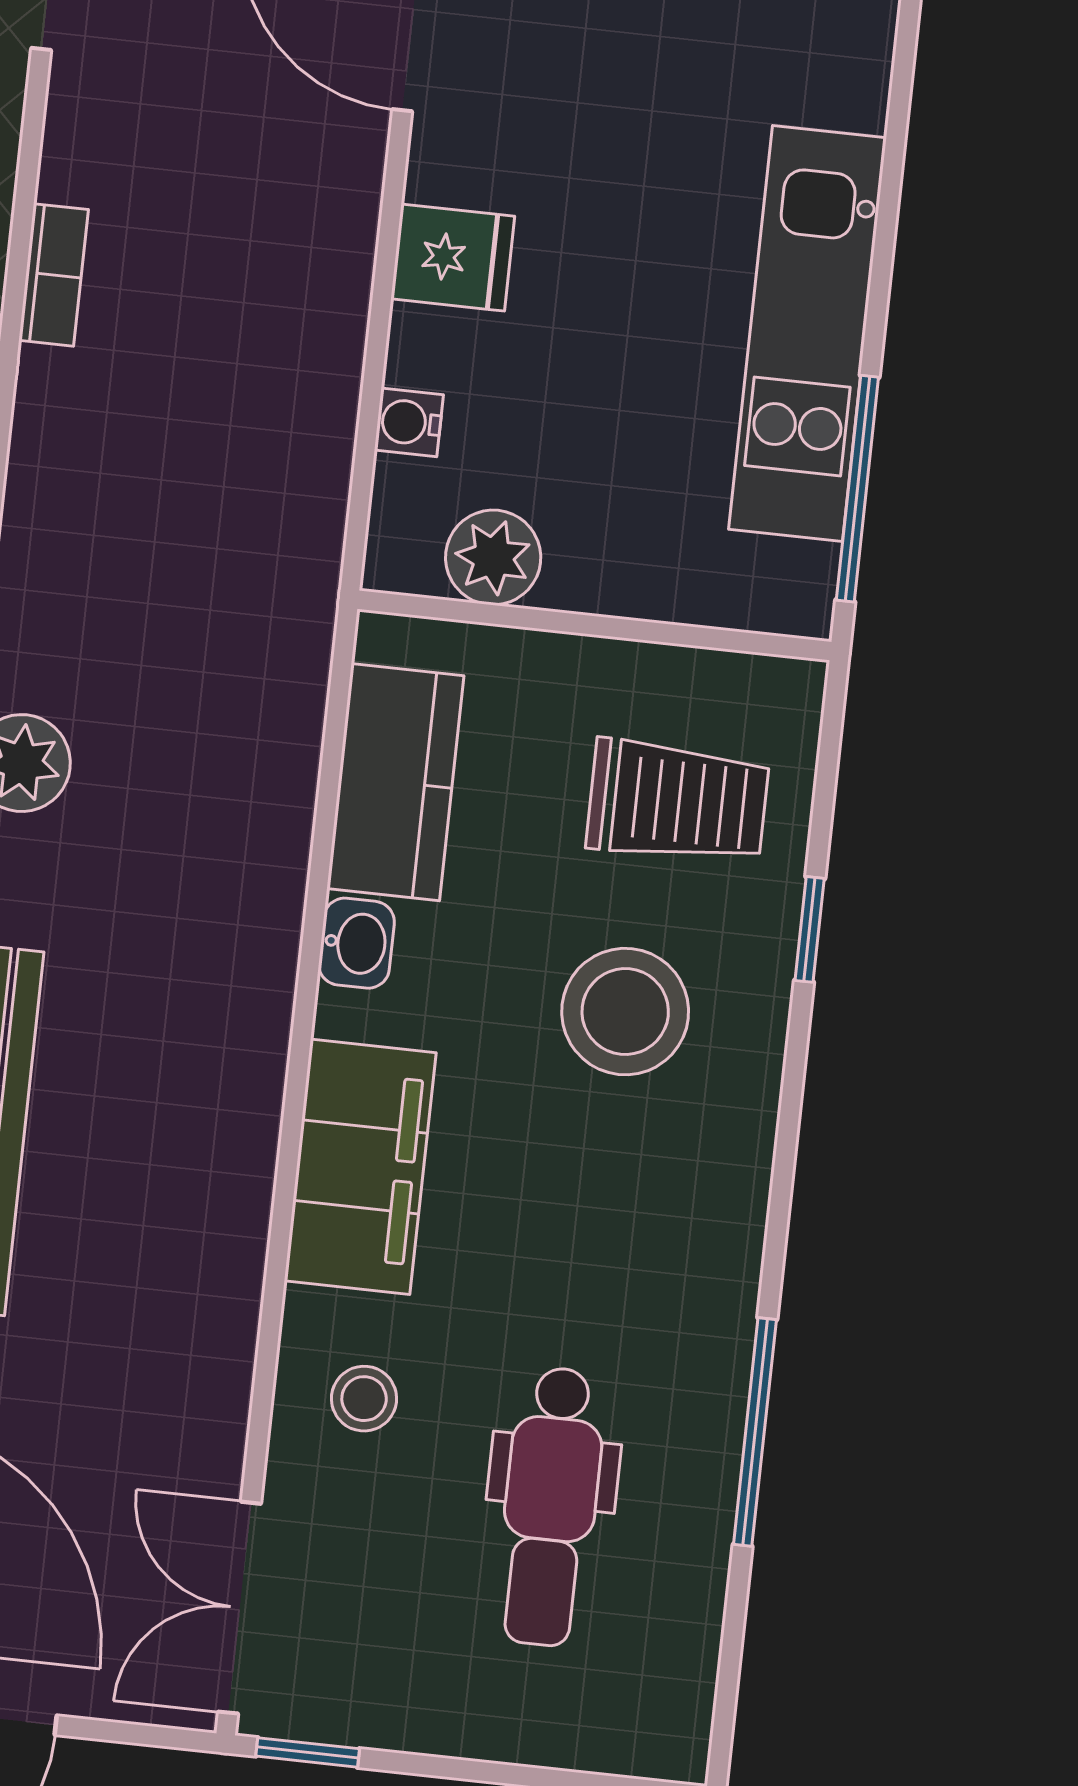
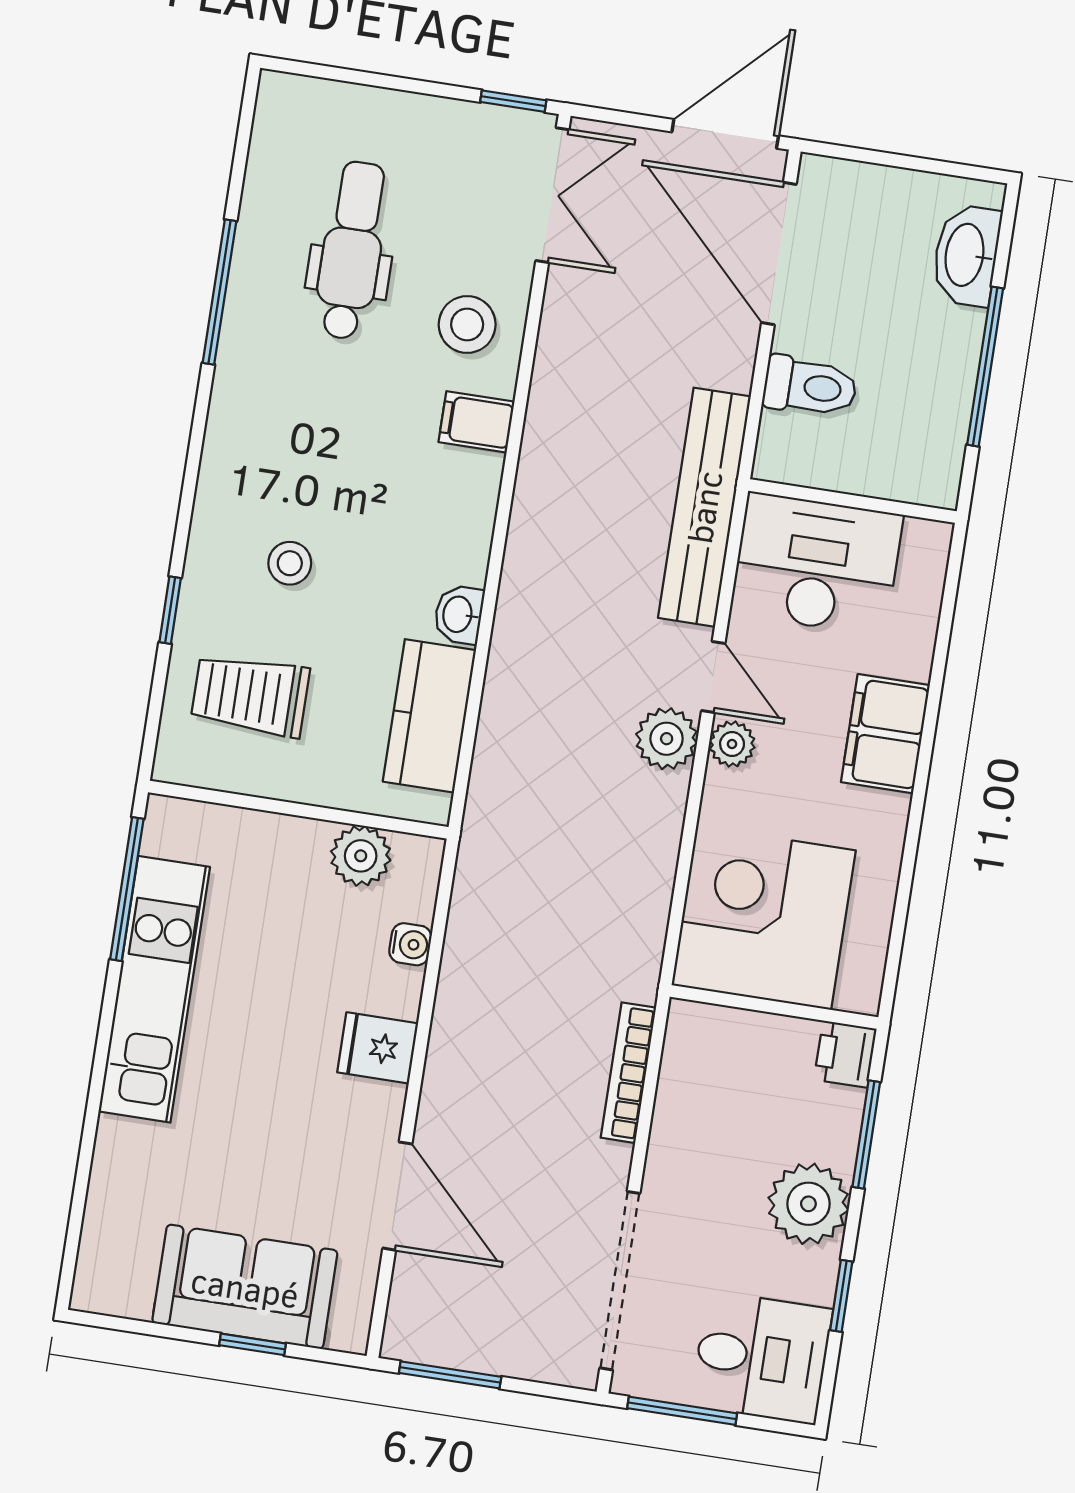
bookcase: (54, 275) -> (628, 1073), width x1.56
stool: (625, 1012) -> (290, 563), width x0.53, depth x0.53
filing cabinet: (360, 1167) -> (476, 422), width x0.33, depth x0.86
stool: (364, 1399) -> (467, 325), width x1.37, depth x1.37

